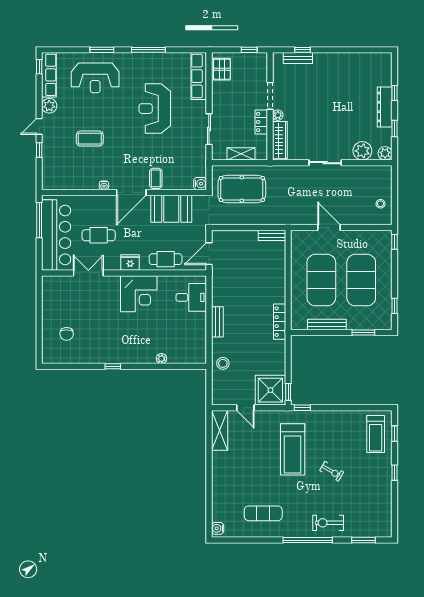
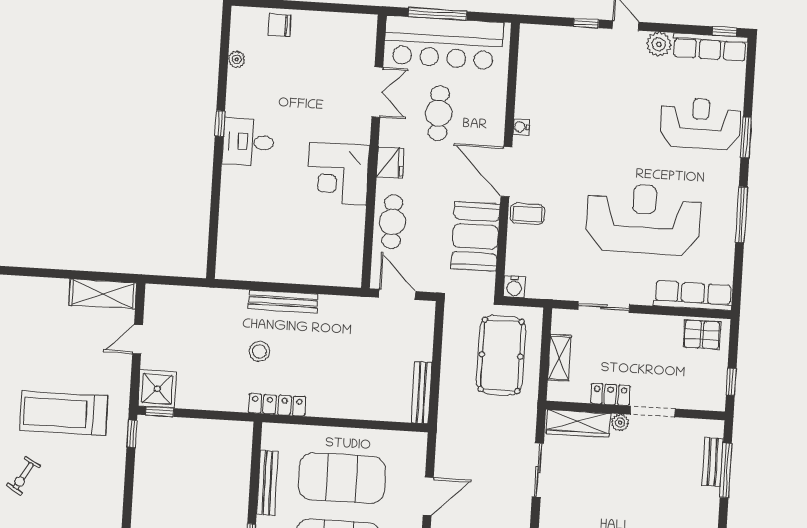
window: (302, 50) -> (726, 470), width x2.17
reception desk: (95, 78) -> (700, 123), turned 90
reception desk: (155, 109) -> (643, 219), width x1.36, depth x1.30
coffee table: (90, 139) -> (600, 108), removed
sliding door: (325, 163) -> (538, 470), moved
window: (39, 220) -> (438, 14), moved
bench: (272, 235) -> (422, 393), width x1.36
desk: (191, 297) -> (248, 142), moved, turned 90
bench: (217, 322) -> (283, 301), width x1.36
chair: (67, 334) -> (279, 25), moved
plant: (161, 359) -> (237, 59), moved
stool: (223, 363) -> (259, 351), moved
shower: (270, 390) -> (157, 389), width x0.73, depth x0.73

